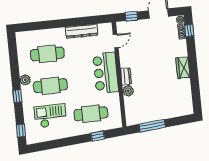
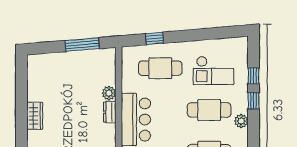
window: (21, 131) -> (254, 76), moved

